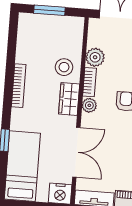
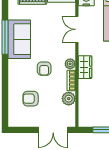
stool: (64, 67) -> (90, 90), removed
double door: (76, 152) -> (77, 29), width x0.73

